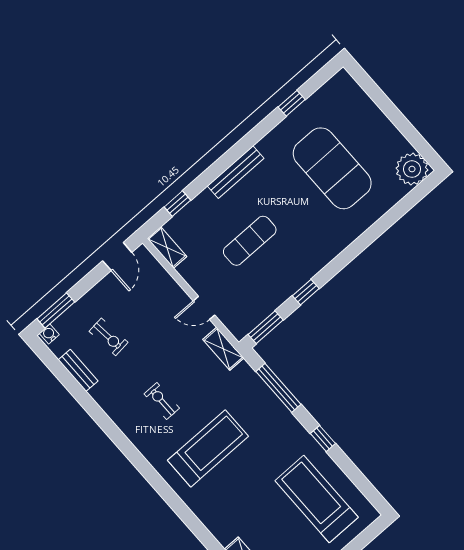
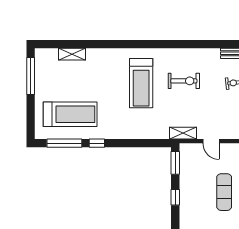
door: (204, 308) -> (211, 141), swing flipped
window: (278, 388) -> (64, 143), moved
exercise bike: (162, 401) -> (184, 81), width x1.38, depth x1.39

